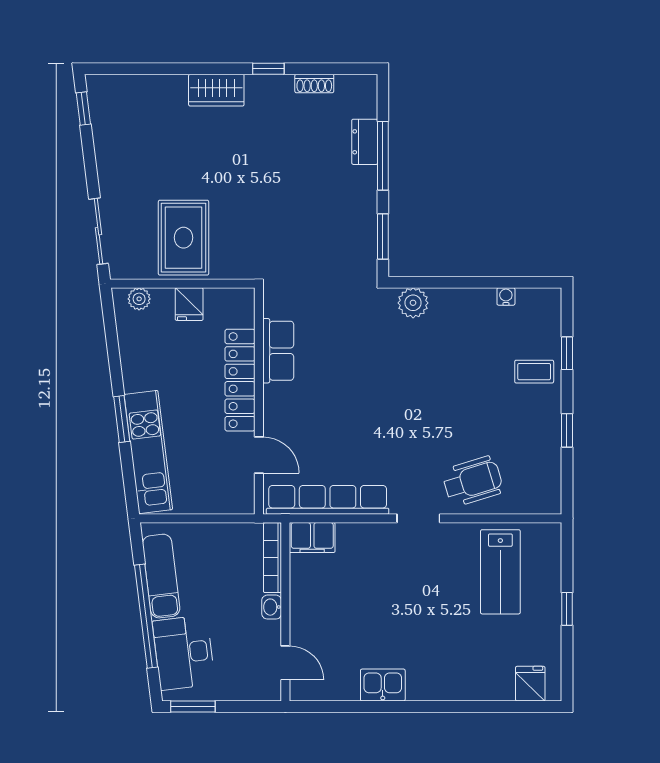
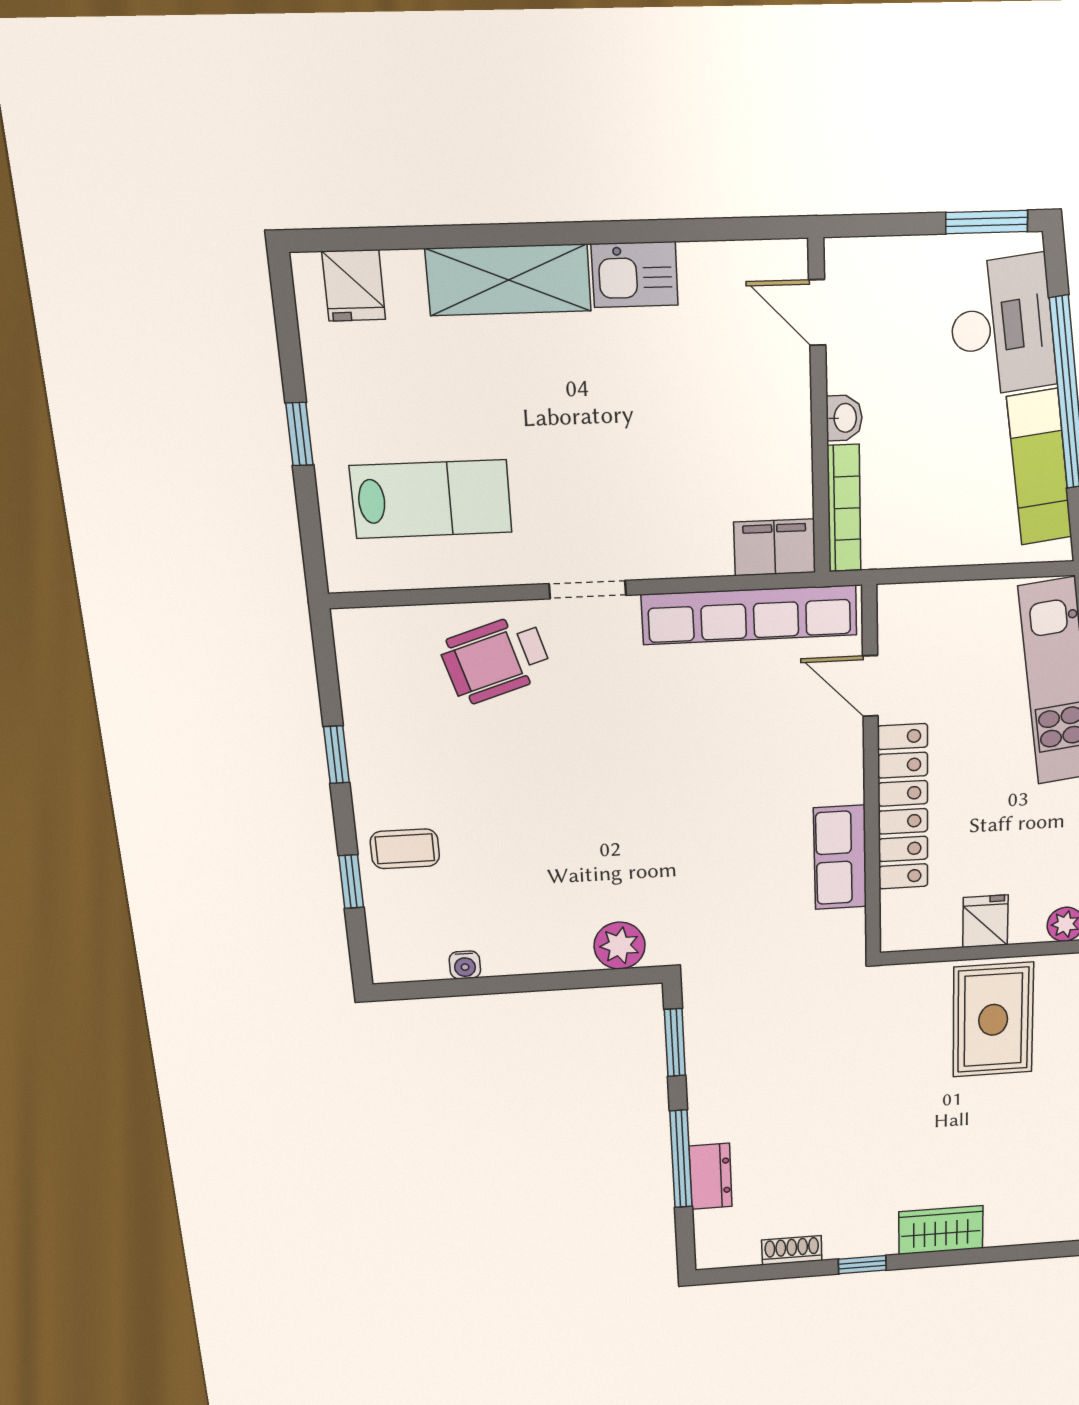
lab bench: (500, 572) -> (431, 499), turned 90
shelving: (449, 684) -> (509, 280), added

